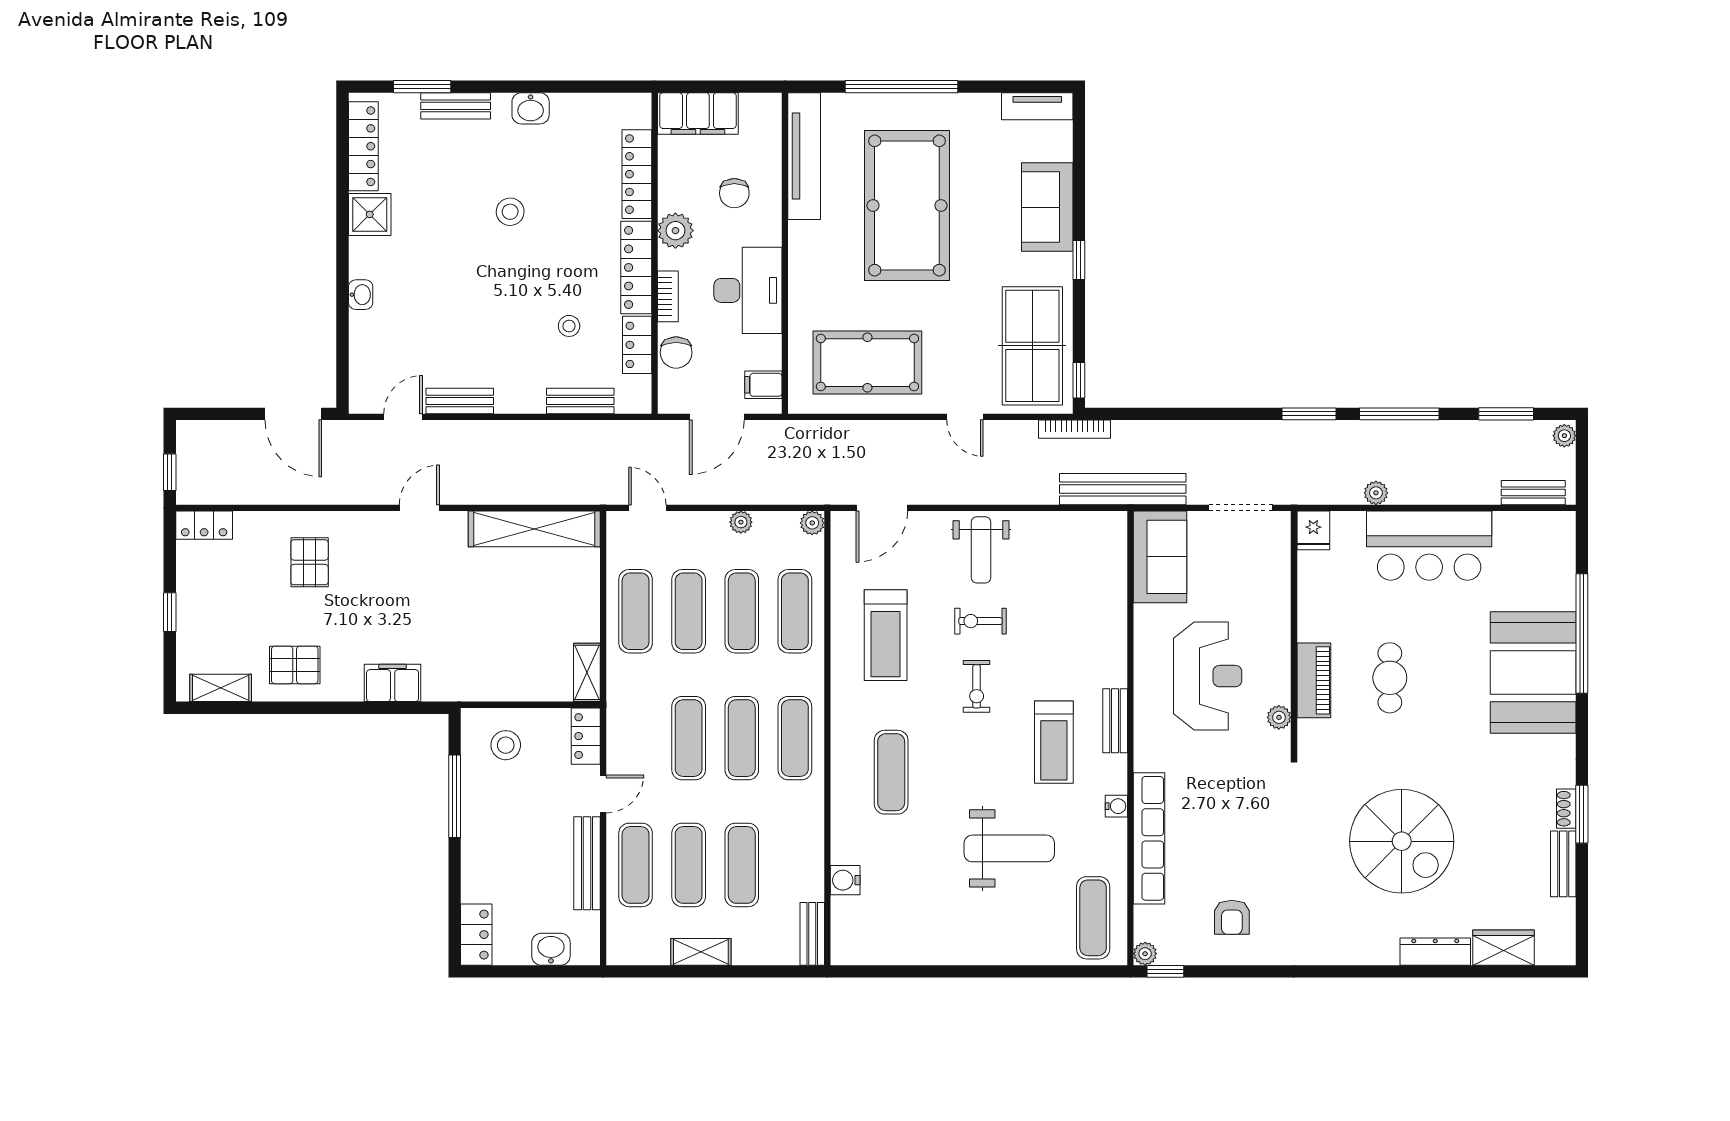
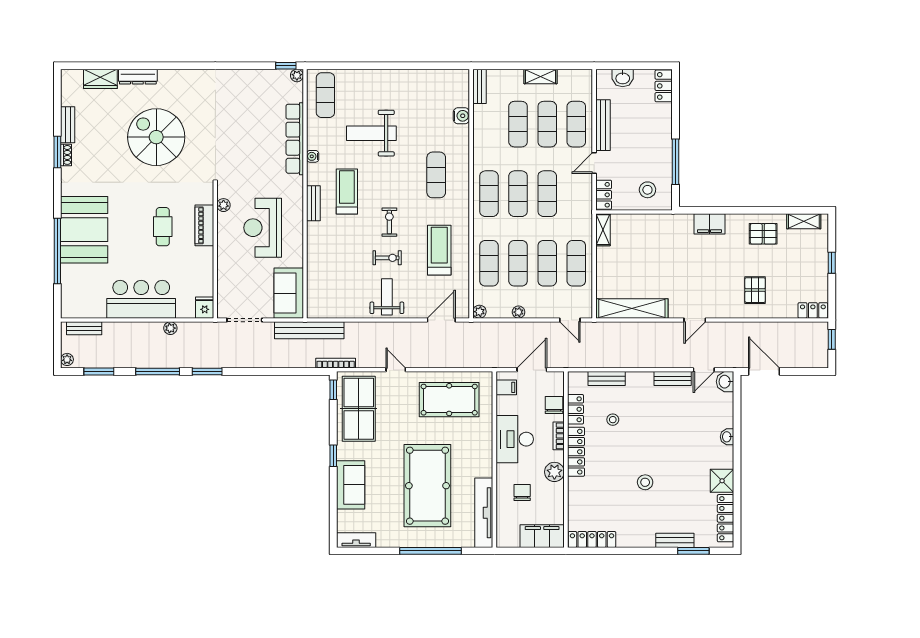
washbasin: (531, 108) -> (725, 382), moved, turned -90
locker: (637, 174) -> (592, 539), moved, turned -90
armchair: (1232, 917) -> (249, 95), removed

